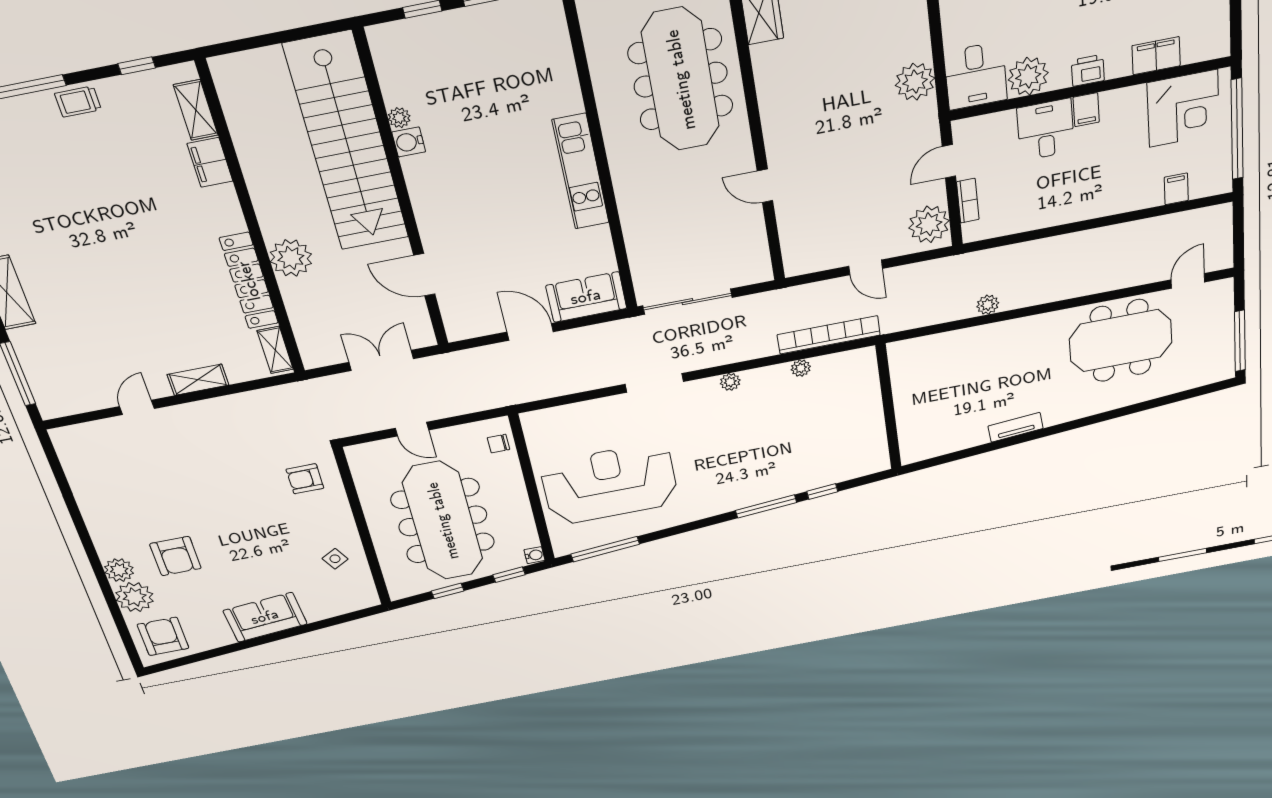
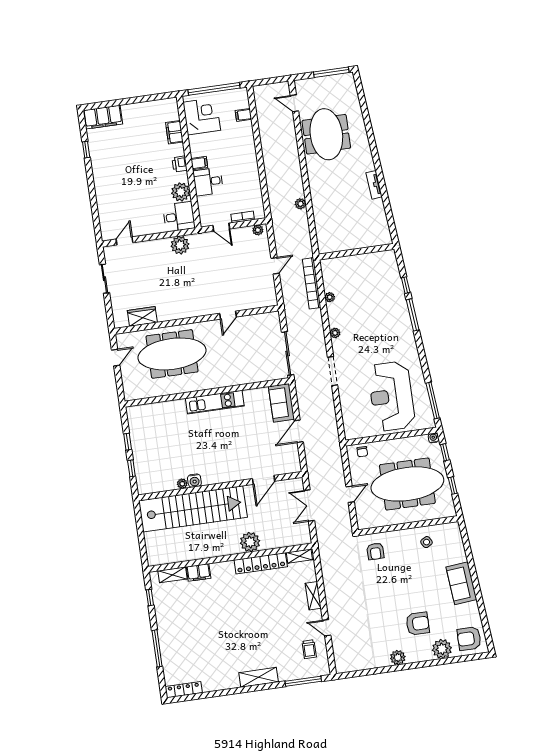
trolley: (78, 102) -> (309, 649), moved
plant: (929, 224) -> (258, 230), width x0.53, depth x0.53
plant: (119, 570) -> (398, 658), moved

